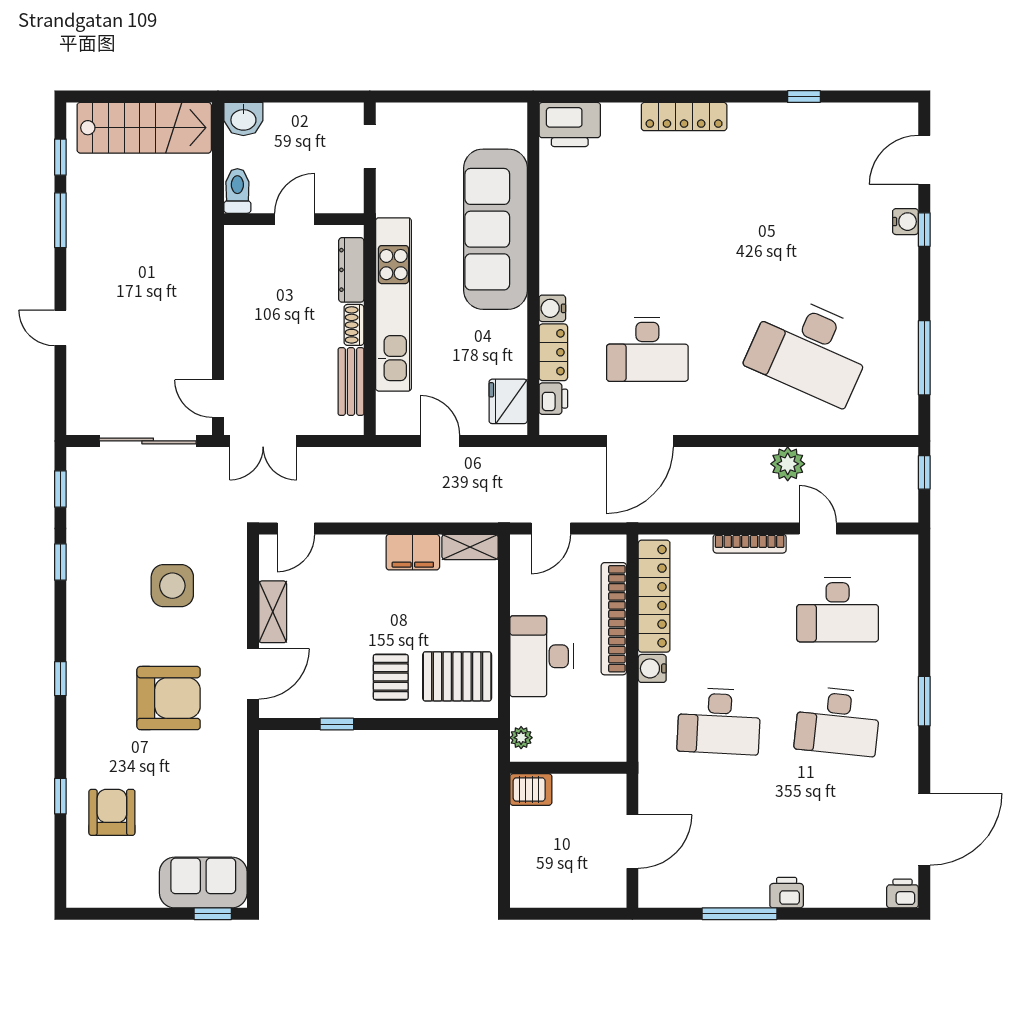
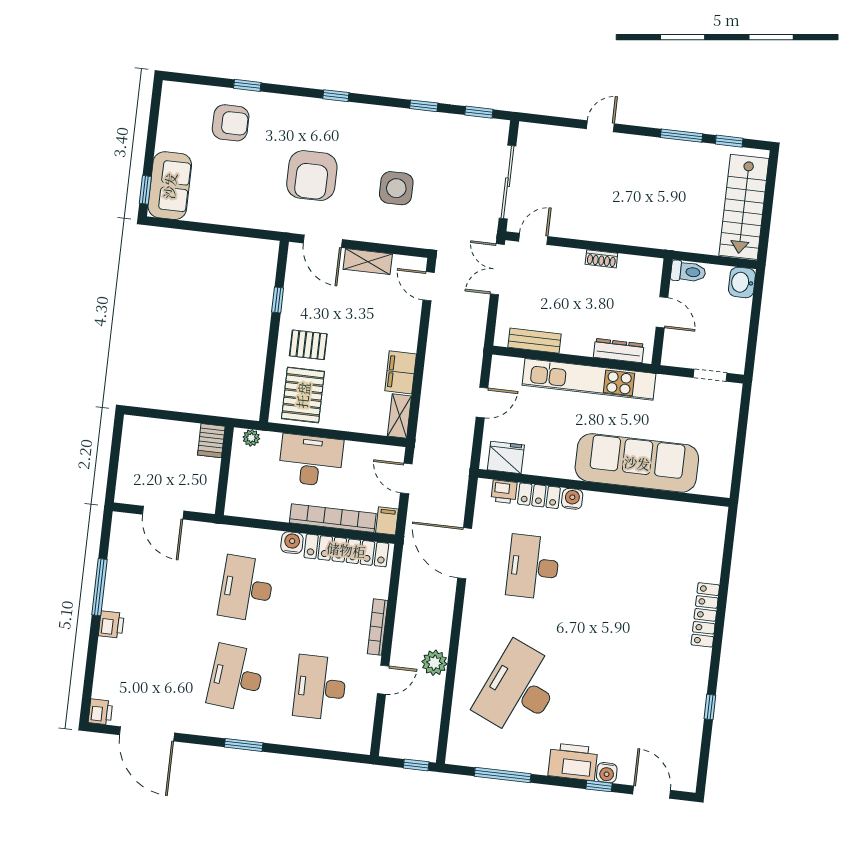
printer: (570, 124) -> (573, 762), moved, turned 90
shoe rack: (354, 325) -> (601, 259), moved, turned 180
filing cabinet: (609, 547) -> (387, 521), added

